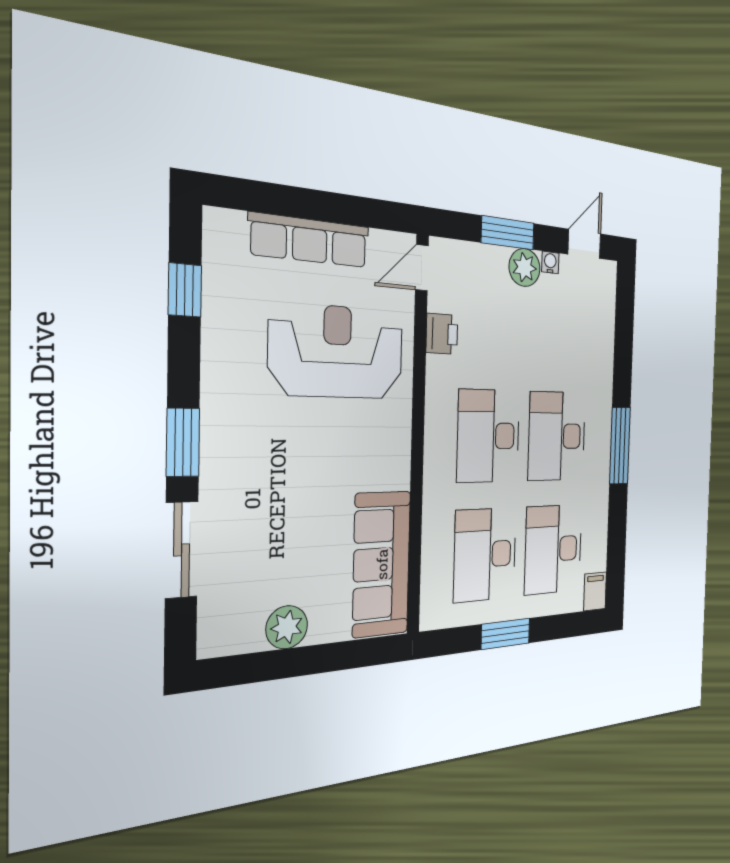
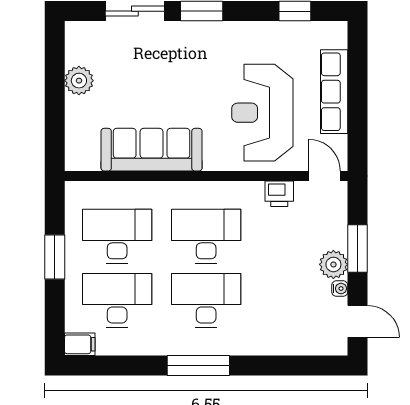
reception desk: (337, 352) -> (262, 113), turned 180
sofa: (382, 564) -> (152, 150), moved

